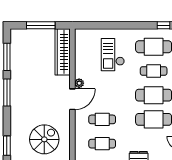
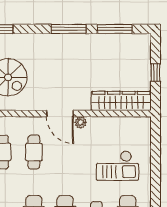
window: (41, 25) -> (155, 73), width x0.46
checkout: (113, 55) -> (118, 166), turned 180

